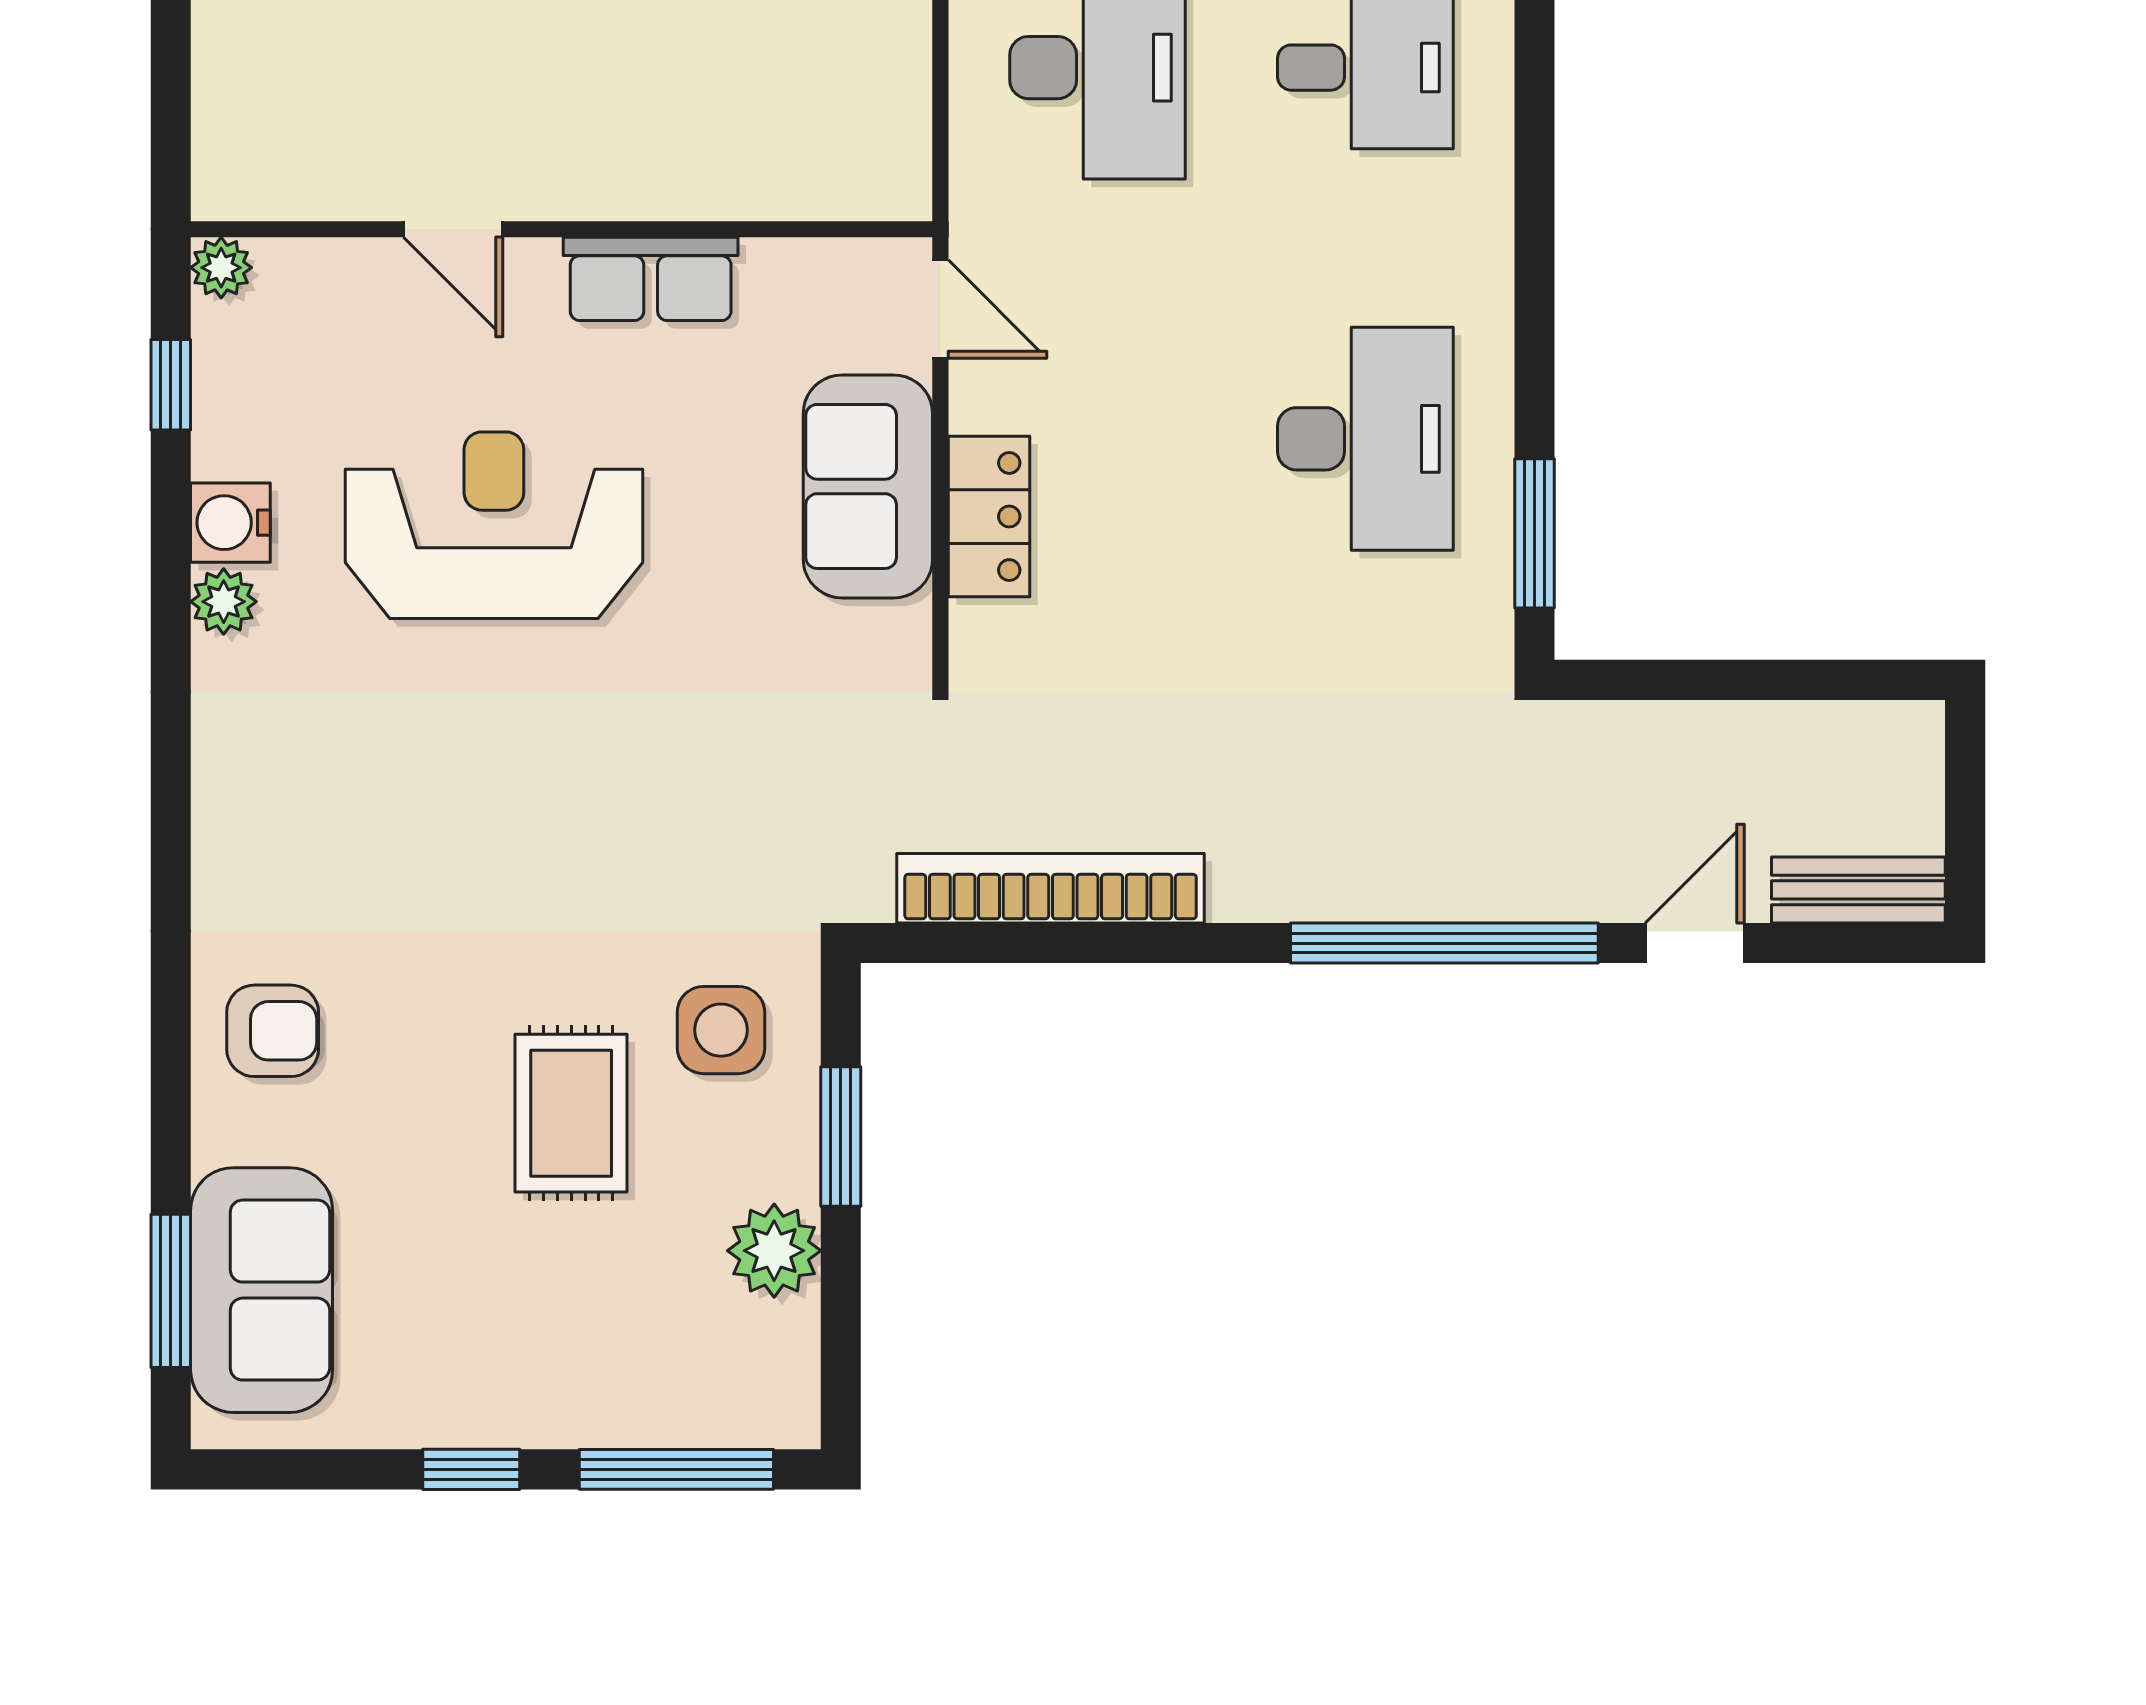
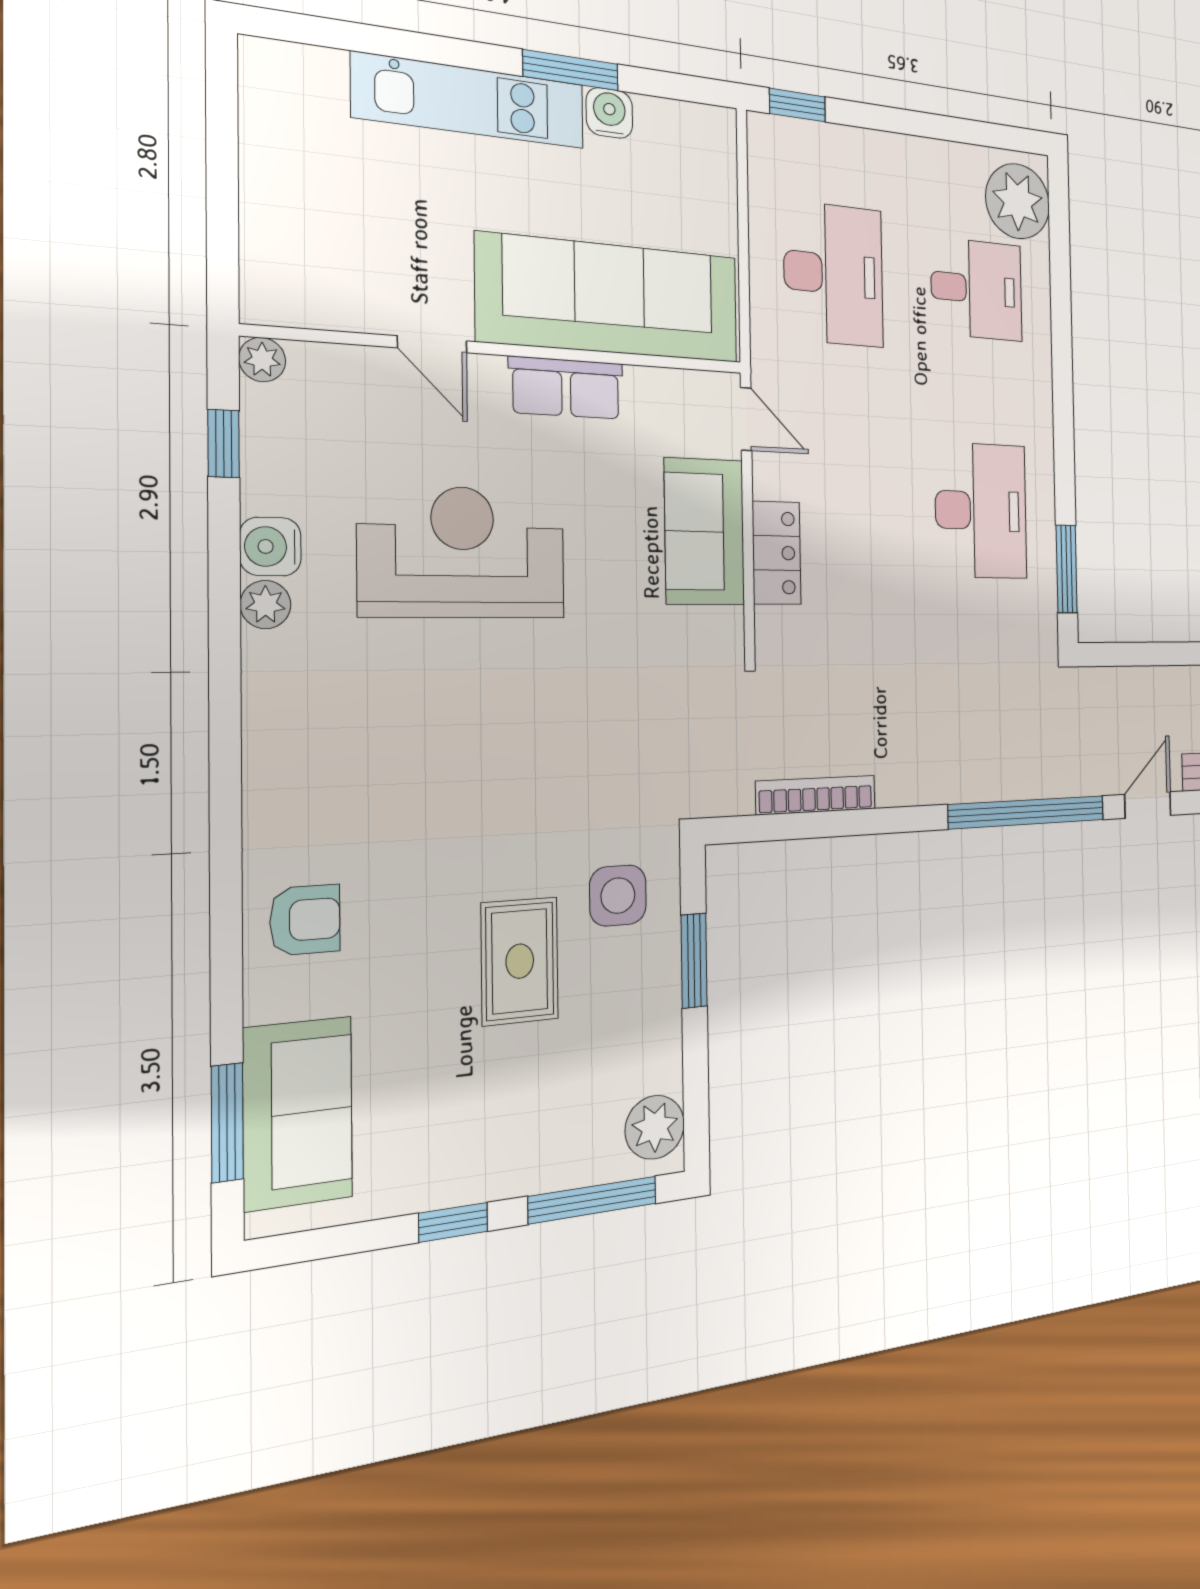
sofa: (720, 140) -> (610, 298), added
bookcase: (1051, 888) -> (816, 795), width x0.68, depth x0.76
plant: (774, 1251) -> (655, 1127), moved

